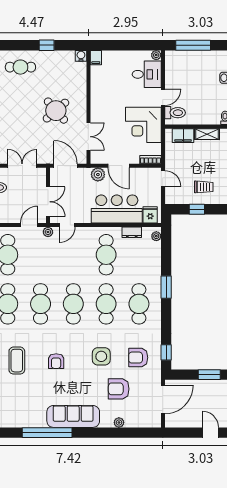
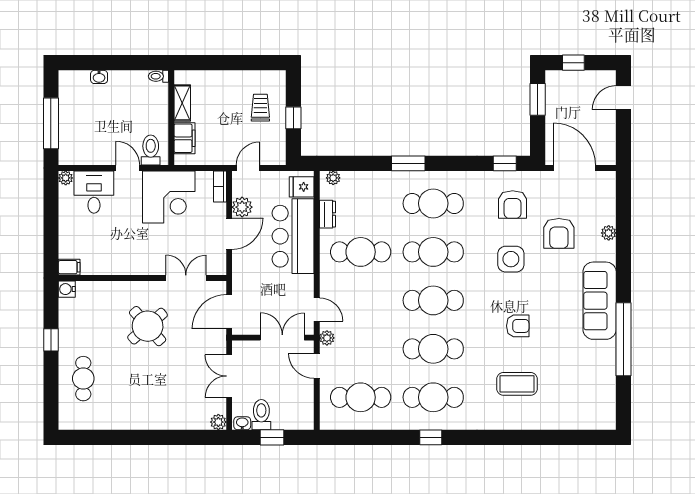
plant: (98, 175) -> (242, 207), moved

